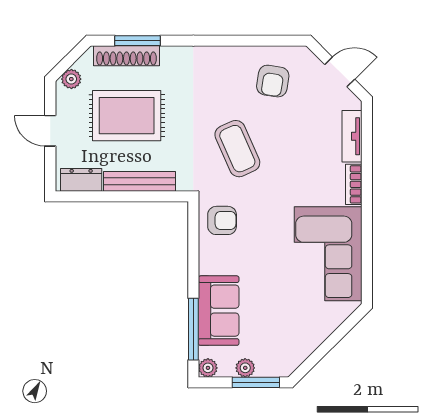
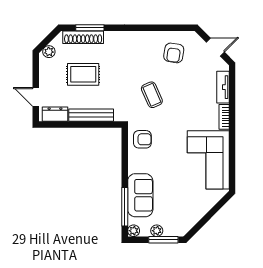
rug: (127, 116) -> (83, 74), width x0.73, depth x0.70
door: (50, 131) -> (36, 97), moved
coffee table: (237, 149) -> (152, 95), width x0.73, depth x0.77

